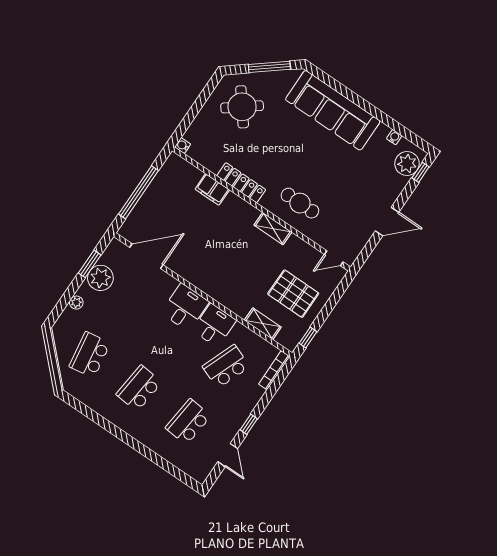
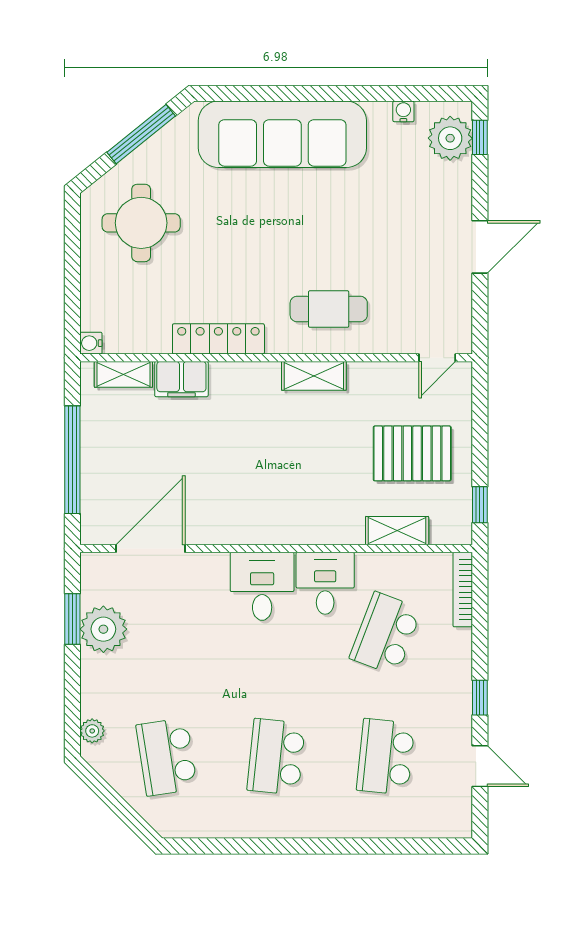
round table: (242, 107) -> (141, 223), turned 38
shelving: (188, 170) -> (123, 374), added
plant: (76, 303) -> (92, 731), moved

